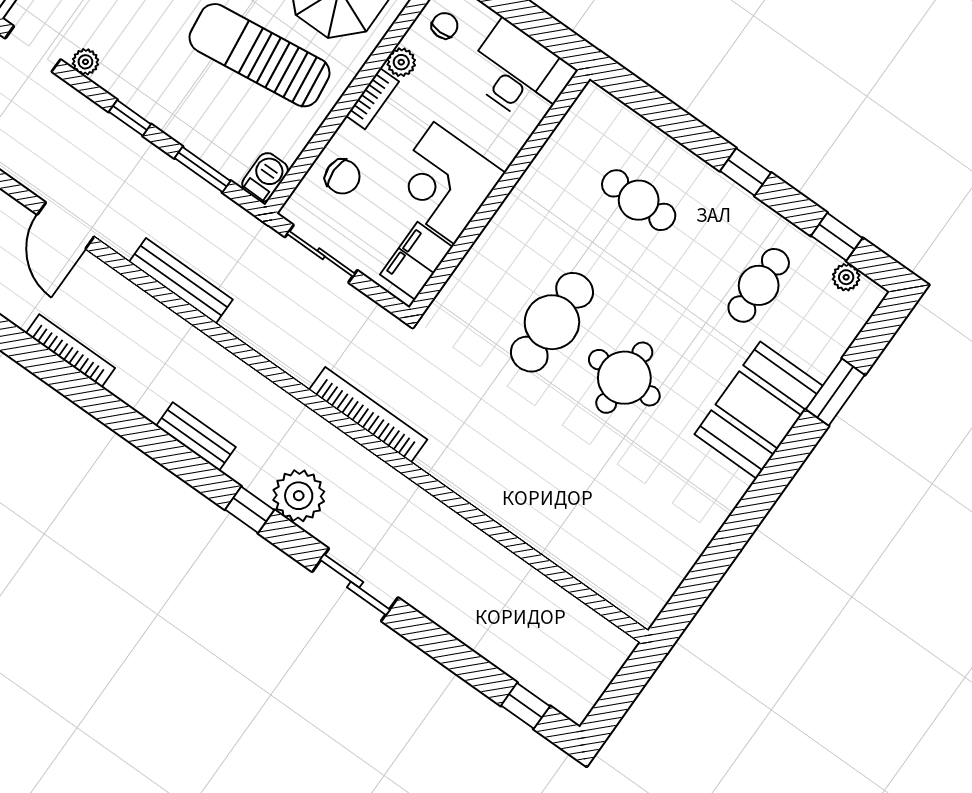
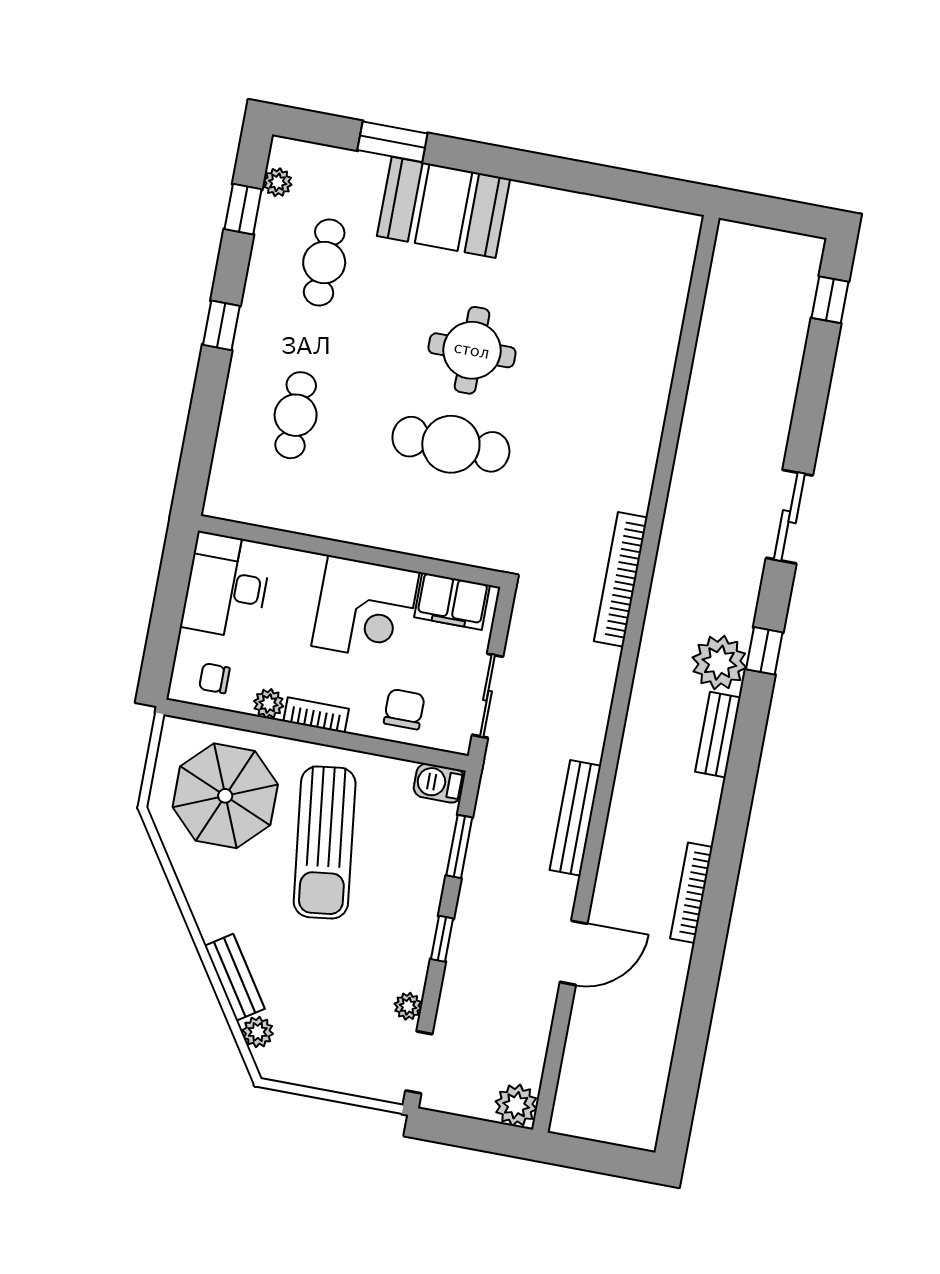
cafe table: (759, 285) -> (324, 262), turned 90
plant: (299, 496) -> (719, 663), moved

